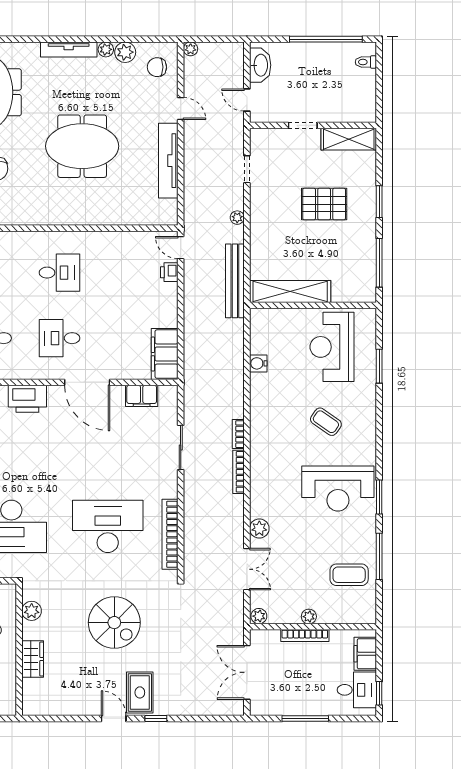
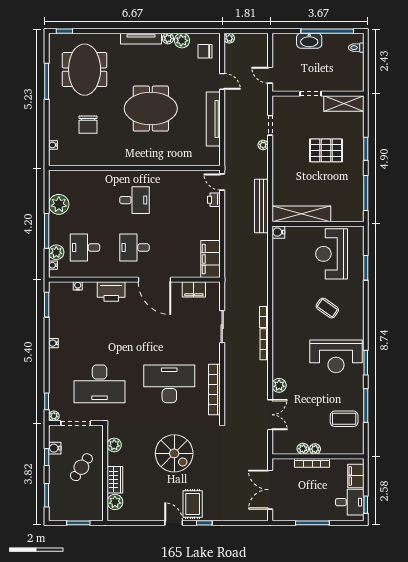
washbasin: (260, 65) -> (309, 41), moved, turned 90
plant: (237, 218) -> (263, 145), moved
water cooler: (258, 363) -> (278, 232), moved
plant: (259, 616) -> (303, 449), moved
plant: (33, 690) -> (115, 502), added

